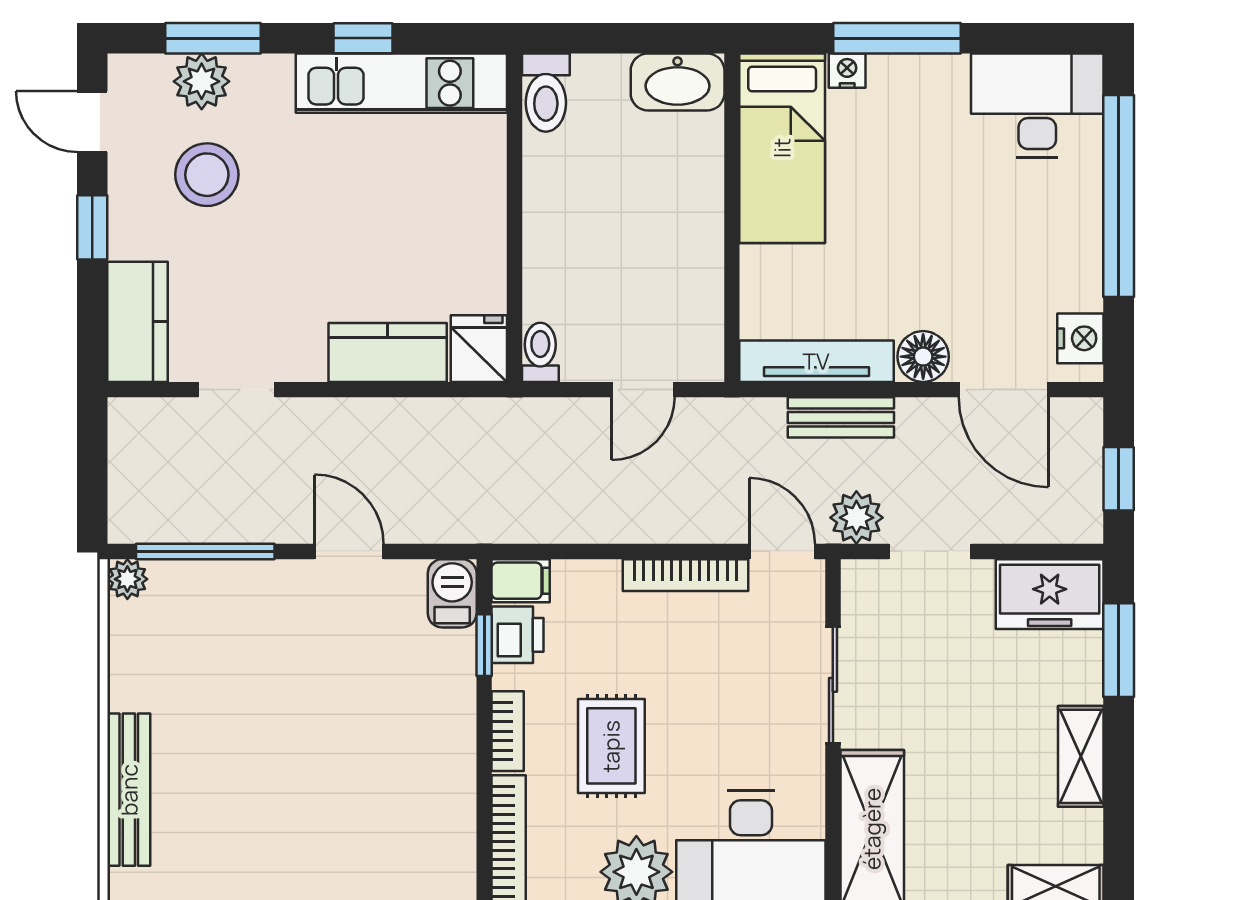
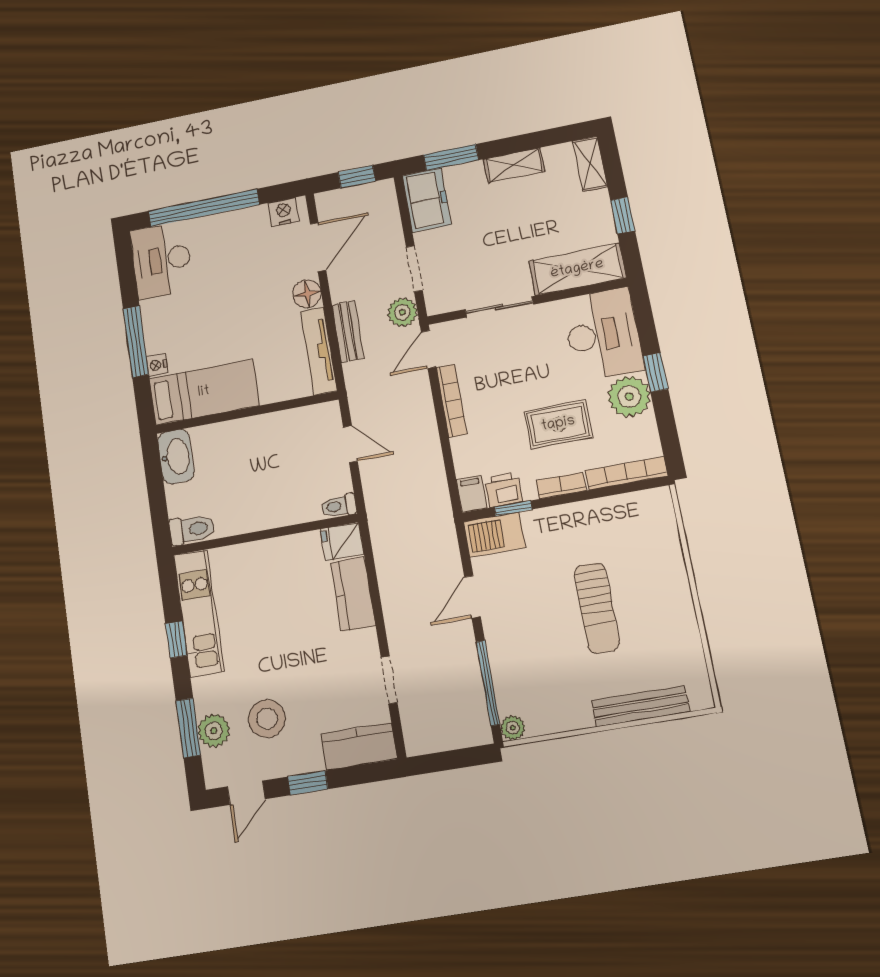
barbecue: (452, 593) -> (494, 535), width x1.38, depth x1.27
sun lounger: (297, 751) -> (597, 608), added

